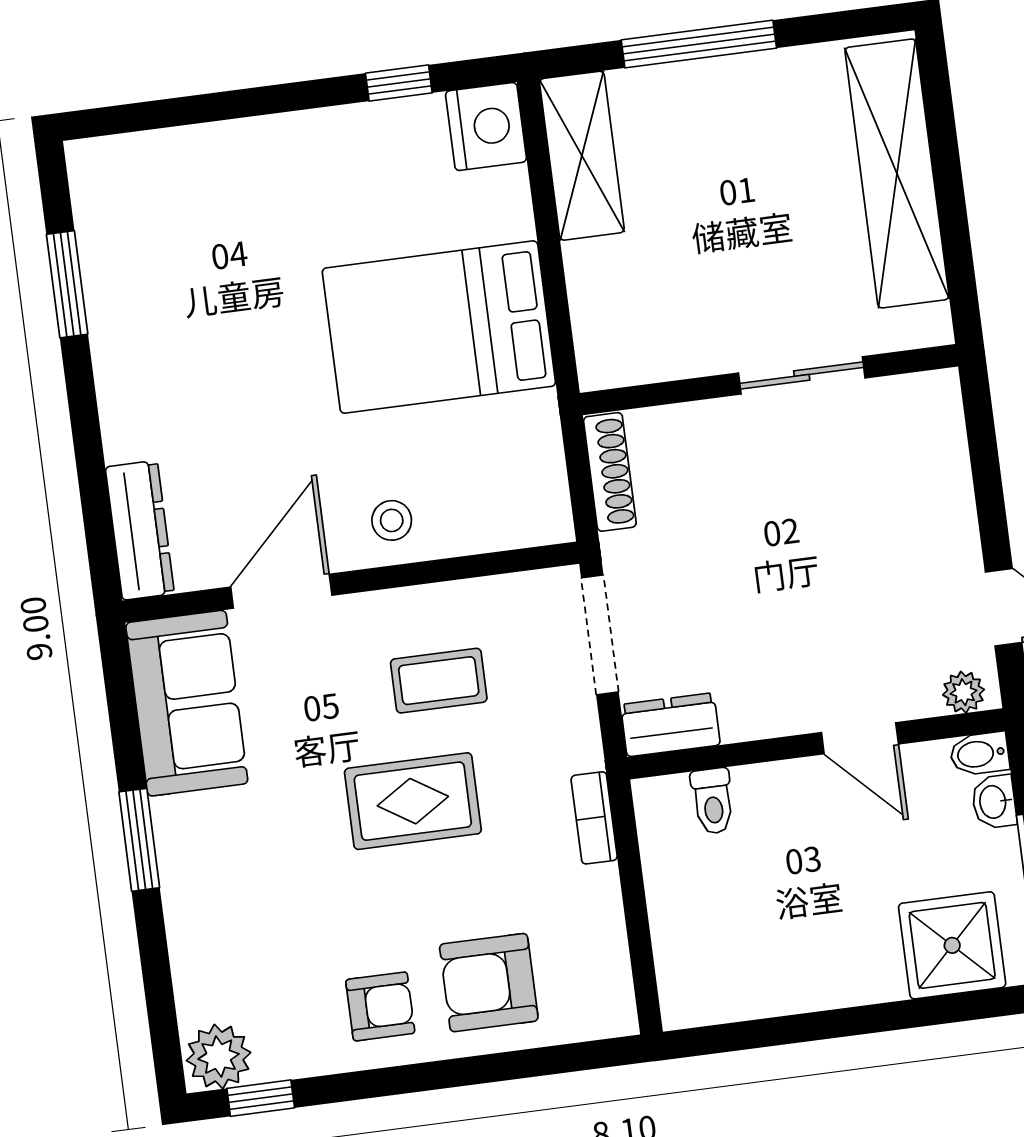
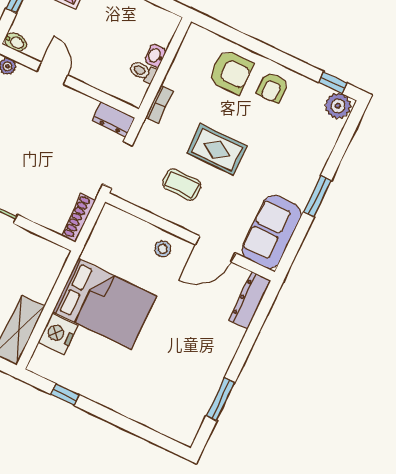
nightstand: (486, 126) -> (58, 334), moved
toilet: (713, 801) -> (143, 72), moved, turned -90
washbasin: (994, 802) -> (155, 56), moved, turned 180
armchair: (380, 1006) -> (273, 87), turned -90

